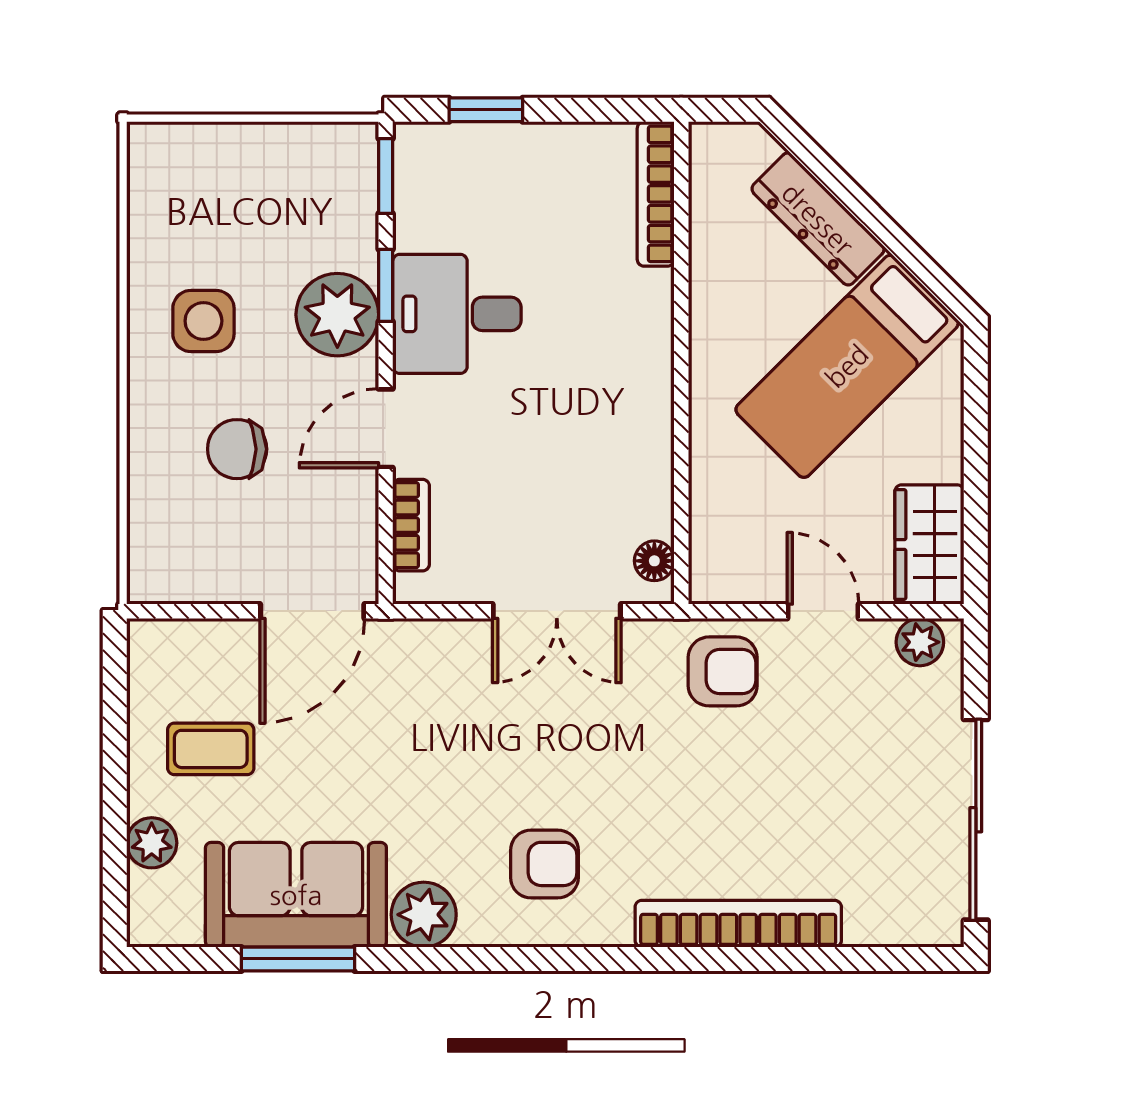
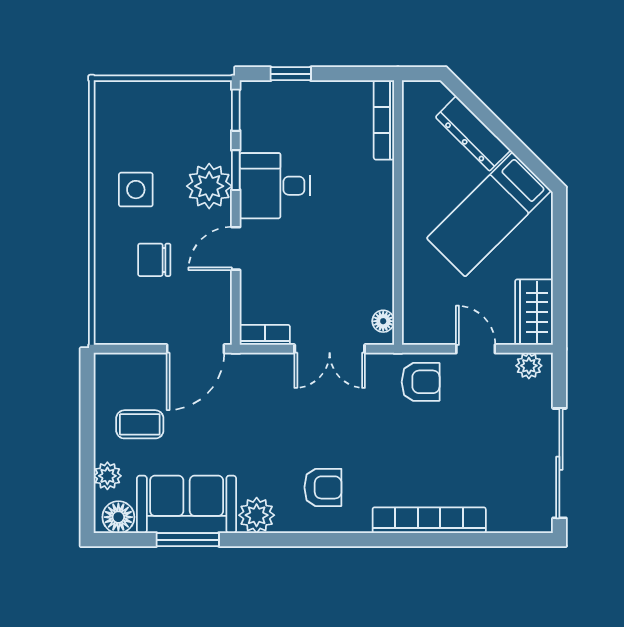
bookcase: (411, 525) -> (265, 335), moved, turned -90
floor lamp: (172, 918) -> (118, 517), added

